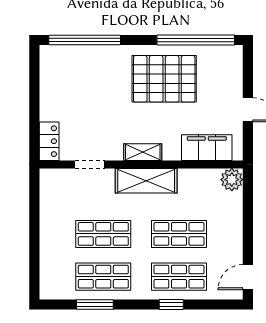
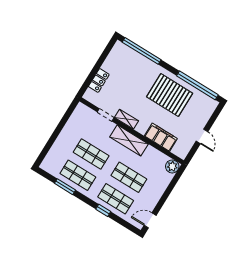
locker: (49, 141) -> (99, 80), moved
filing cabinet: (207, 148) -> (161, 137), moved
shelving: (143, 152) -> (126, 119), moved

